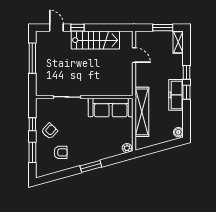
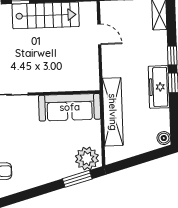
plant: (127, 148) -> (87, 159), width x1.88, depth x1.88
window: (91, 166) -> (77, 179), moved

